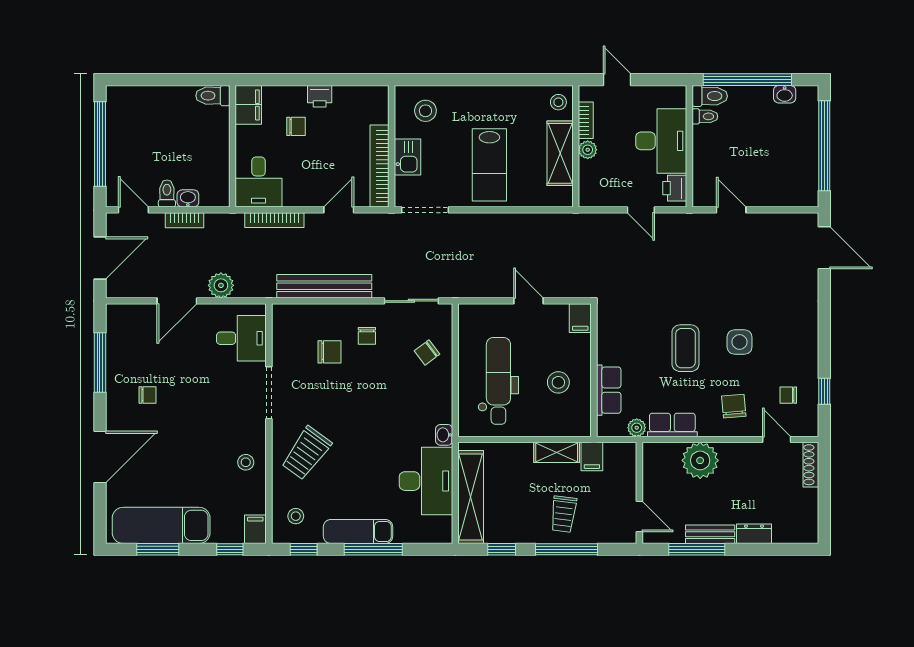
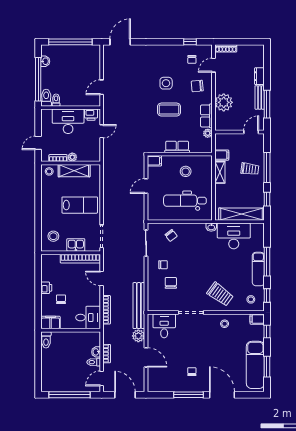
bench: (324, 286) -> (139, 306), moved
window: (100, 362) -> (188, 395), moved
row of seats: (609, 390) -> (177, 147), moved

